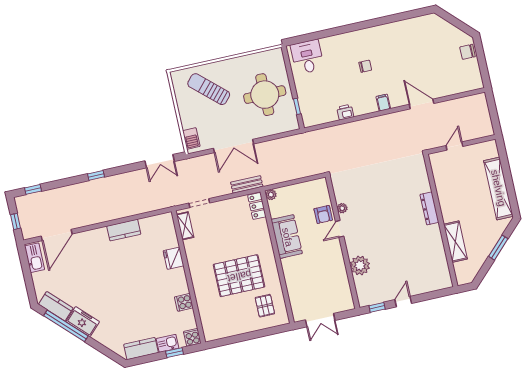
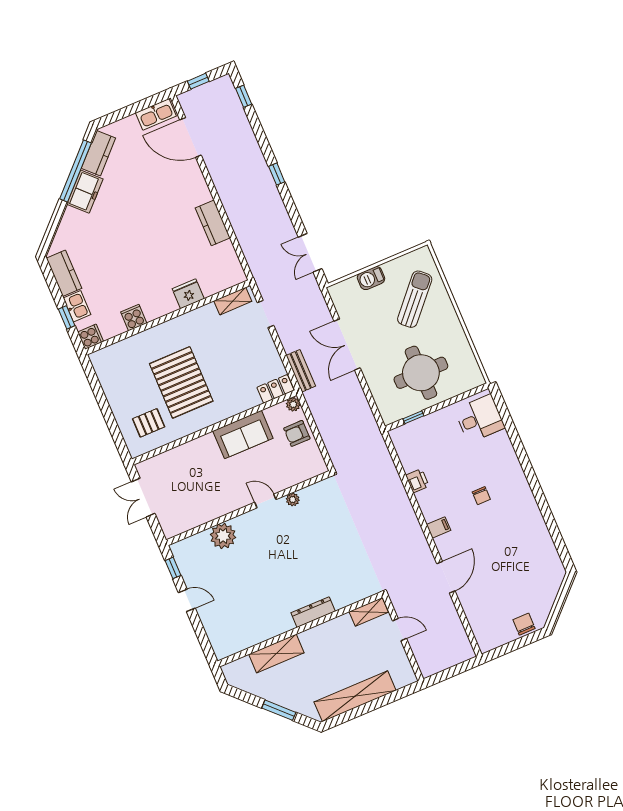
barbecue: (191, 138) -> (371, 278), moved
shelving: (437, 167) -> (369, 612), added
armchair: (323, 214) -> (297, 433), moved

